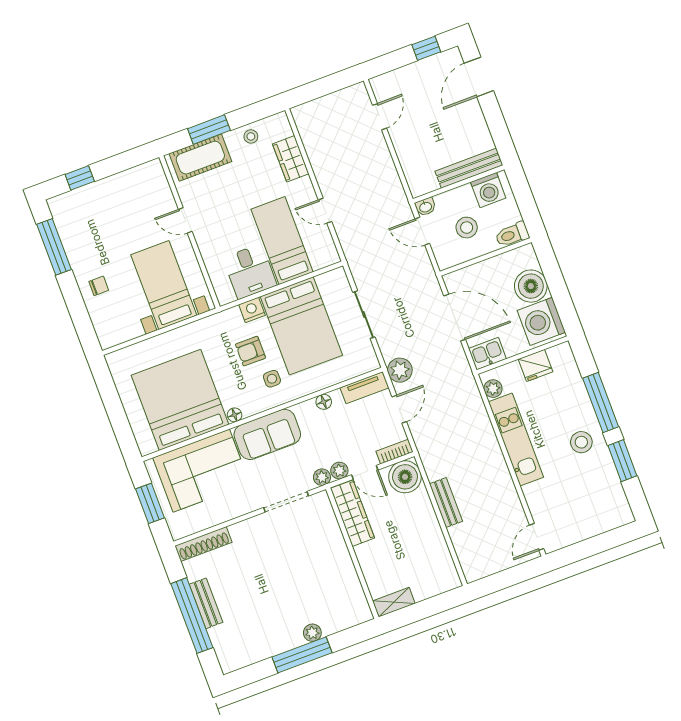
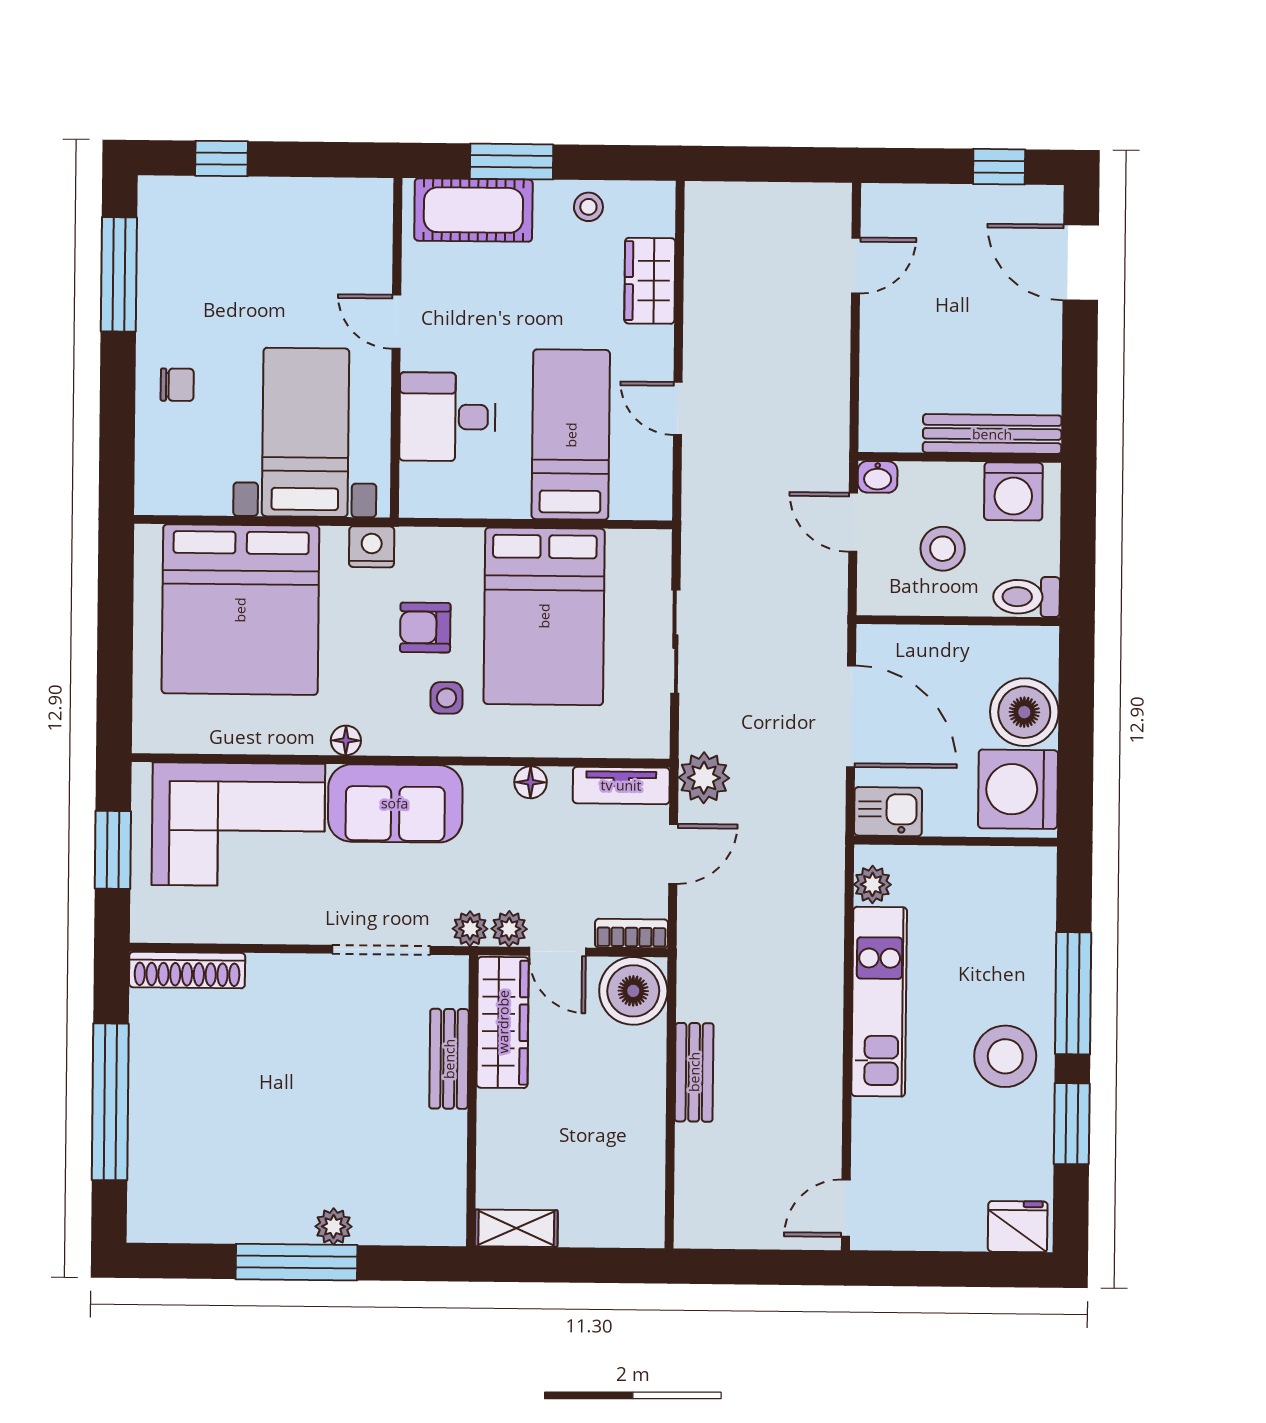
door: (479, 77) -> (1081, 263), hinge flipped
desk: (250, 271) -> (448, 417), moved, turned 90
nightstand: (252, 310) -> (372, 547), moved
fridge: (536, 365) -> (1018, 1227), moved, turned 180
bed: (180, 400) -> (240, 610), moved, turned 180
stool: (581, 442) -> (1005, 1056), width x1.38, depth x1.38
bench: (206, 603) -> (449, 1059), moved

